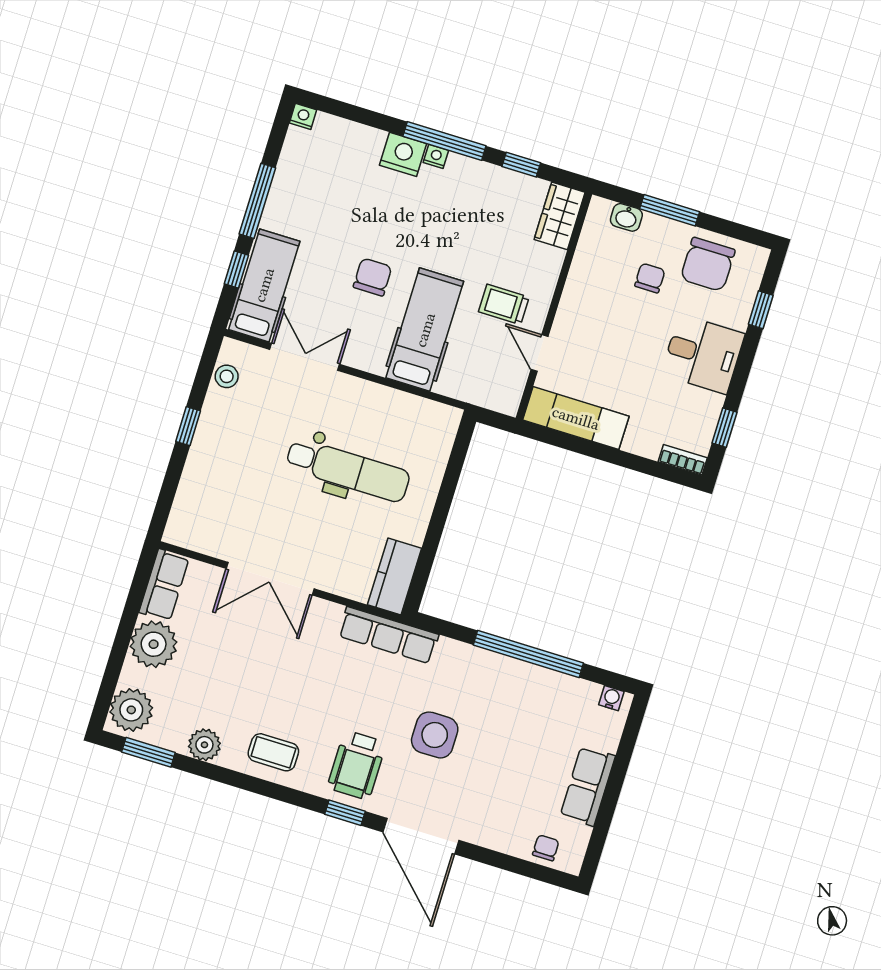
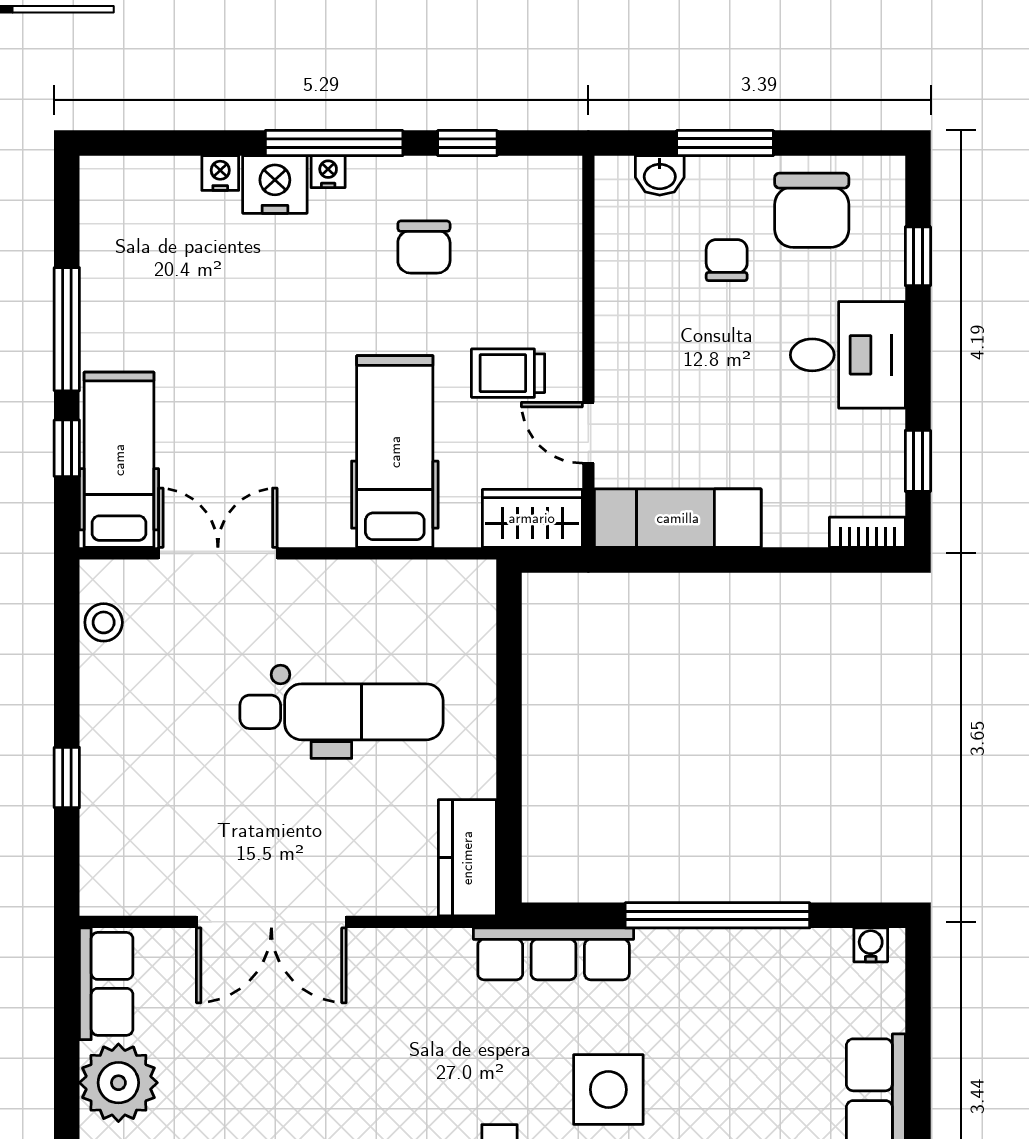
nightstand: (303, 116) -> (220, 173), moved
wardrobe: (560, 216) -> (532, 518), moved, turned 90
chair: (373, 277) -> (424, 247), moved, turned 180
window: (188, 426) -> (67, 777), moved
row of seats: (388, 635) -> (554, 954), moved

